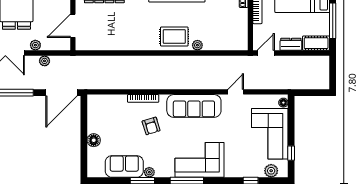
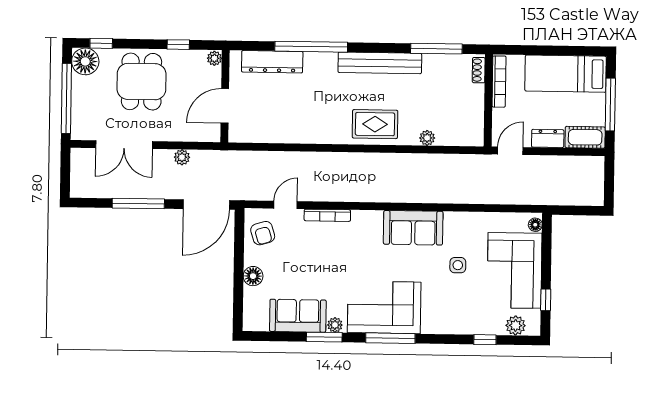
plant: (35, 45) -> (169, 134), removed
plant: (197, 45) -> (427, 138), moved
door: (236, 92) -> (286, 205), moved
sofa: (194, 106) -> (413, 228), width x0.73
armchair: (151, 126) -> (263, 233), moved
side table: (232, 131) -> (458, 265), added
corner sofa: (200, 160) -> (384, 307), moved

